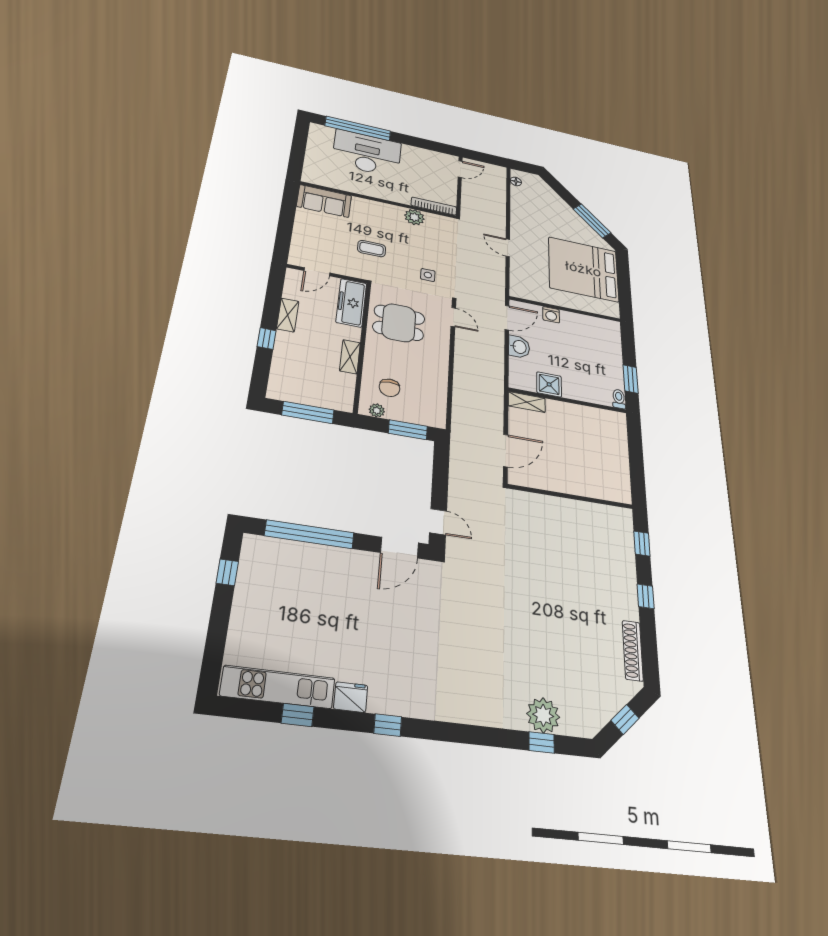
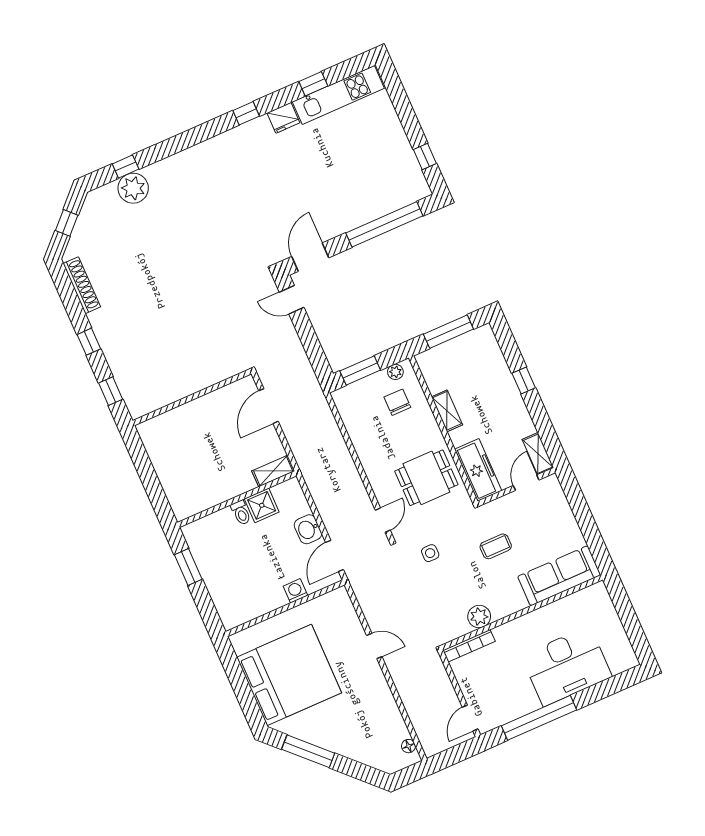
window: (358, 128) -> (539, 718), moved
sofa: (324, 201) -> (559, 576), width x1.36
shelving: (288, 315) -> (538, 454), moved
door: (453, 317) -> (383, 520), swing flipped
toilet: (619, 399) -> (241, 513), moved

